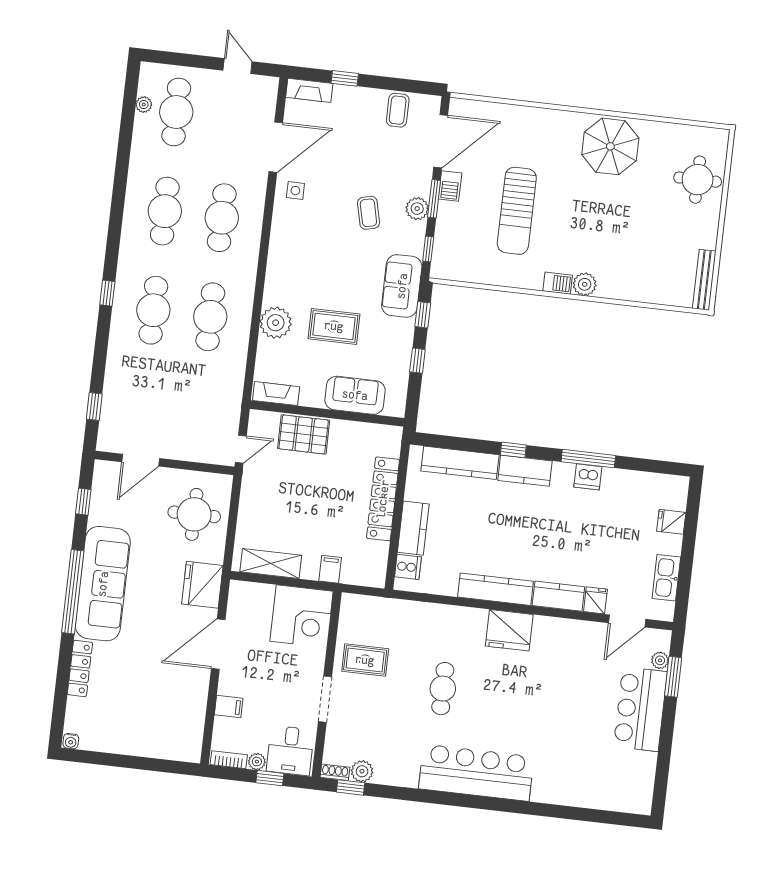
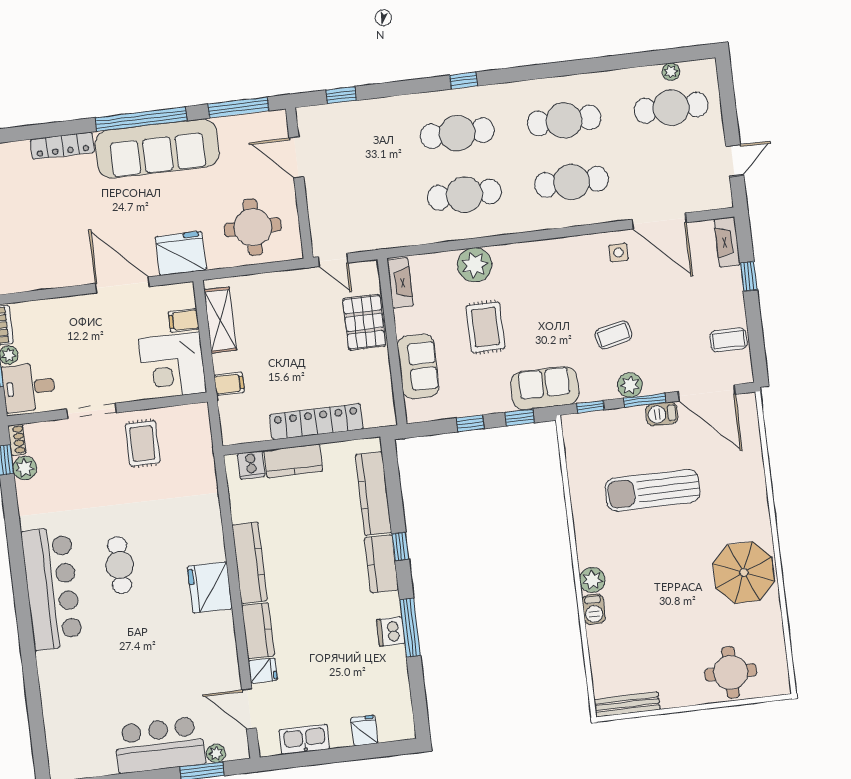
barbecue: (558, 283) -> (594, 609), moved
window: (83, 502) -> (238, 107), width x2.17
cafe table: (443, 689) -> (120, 565), moved, turned 90
filing cabinet: (229, 707) -> (184, 320), moved, turned 90

